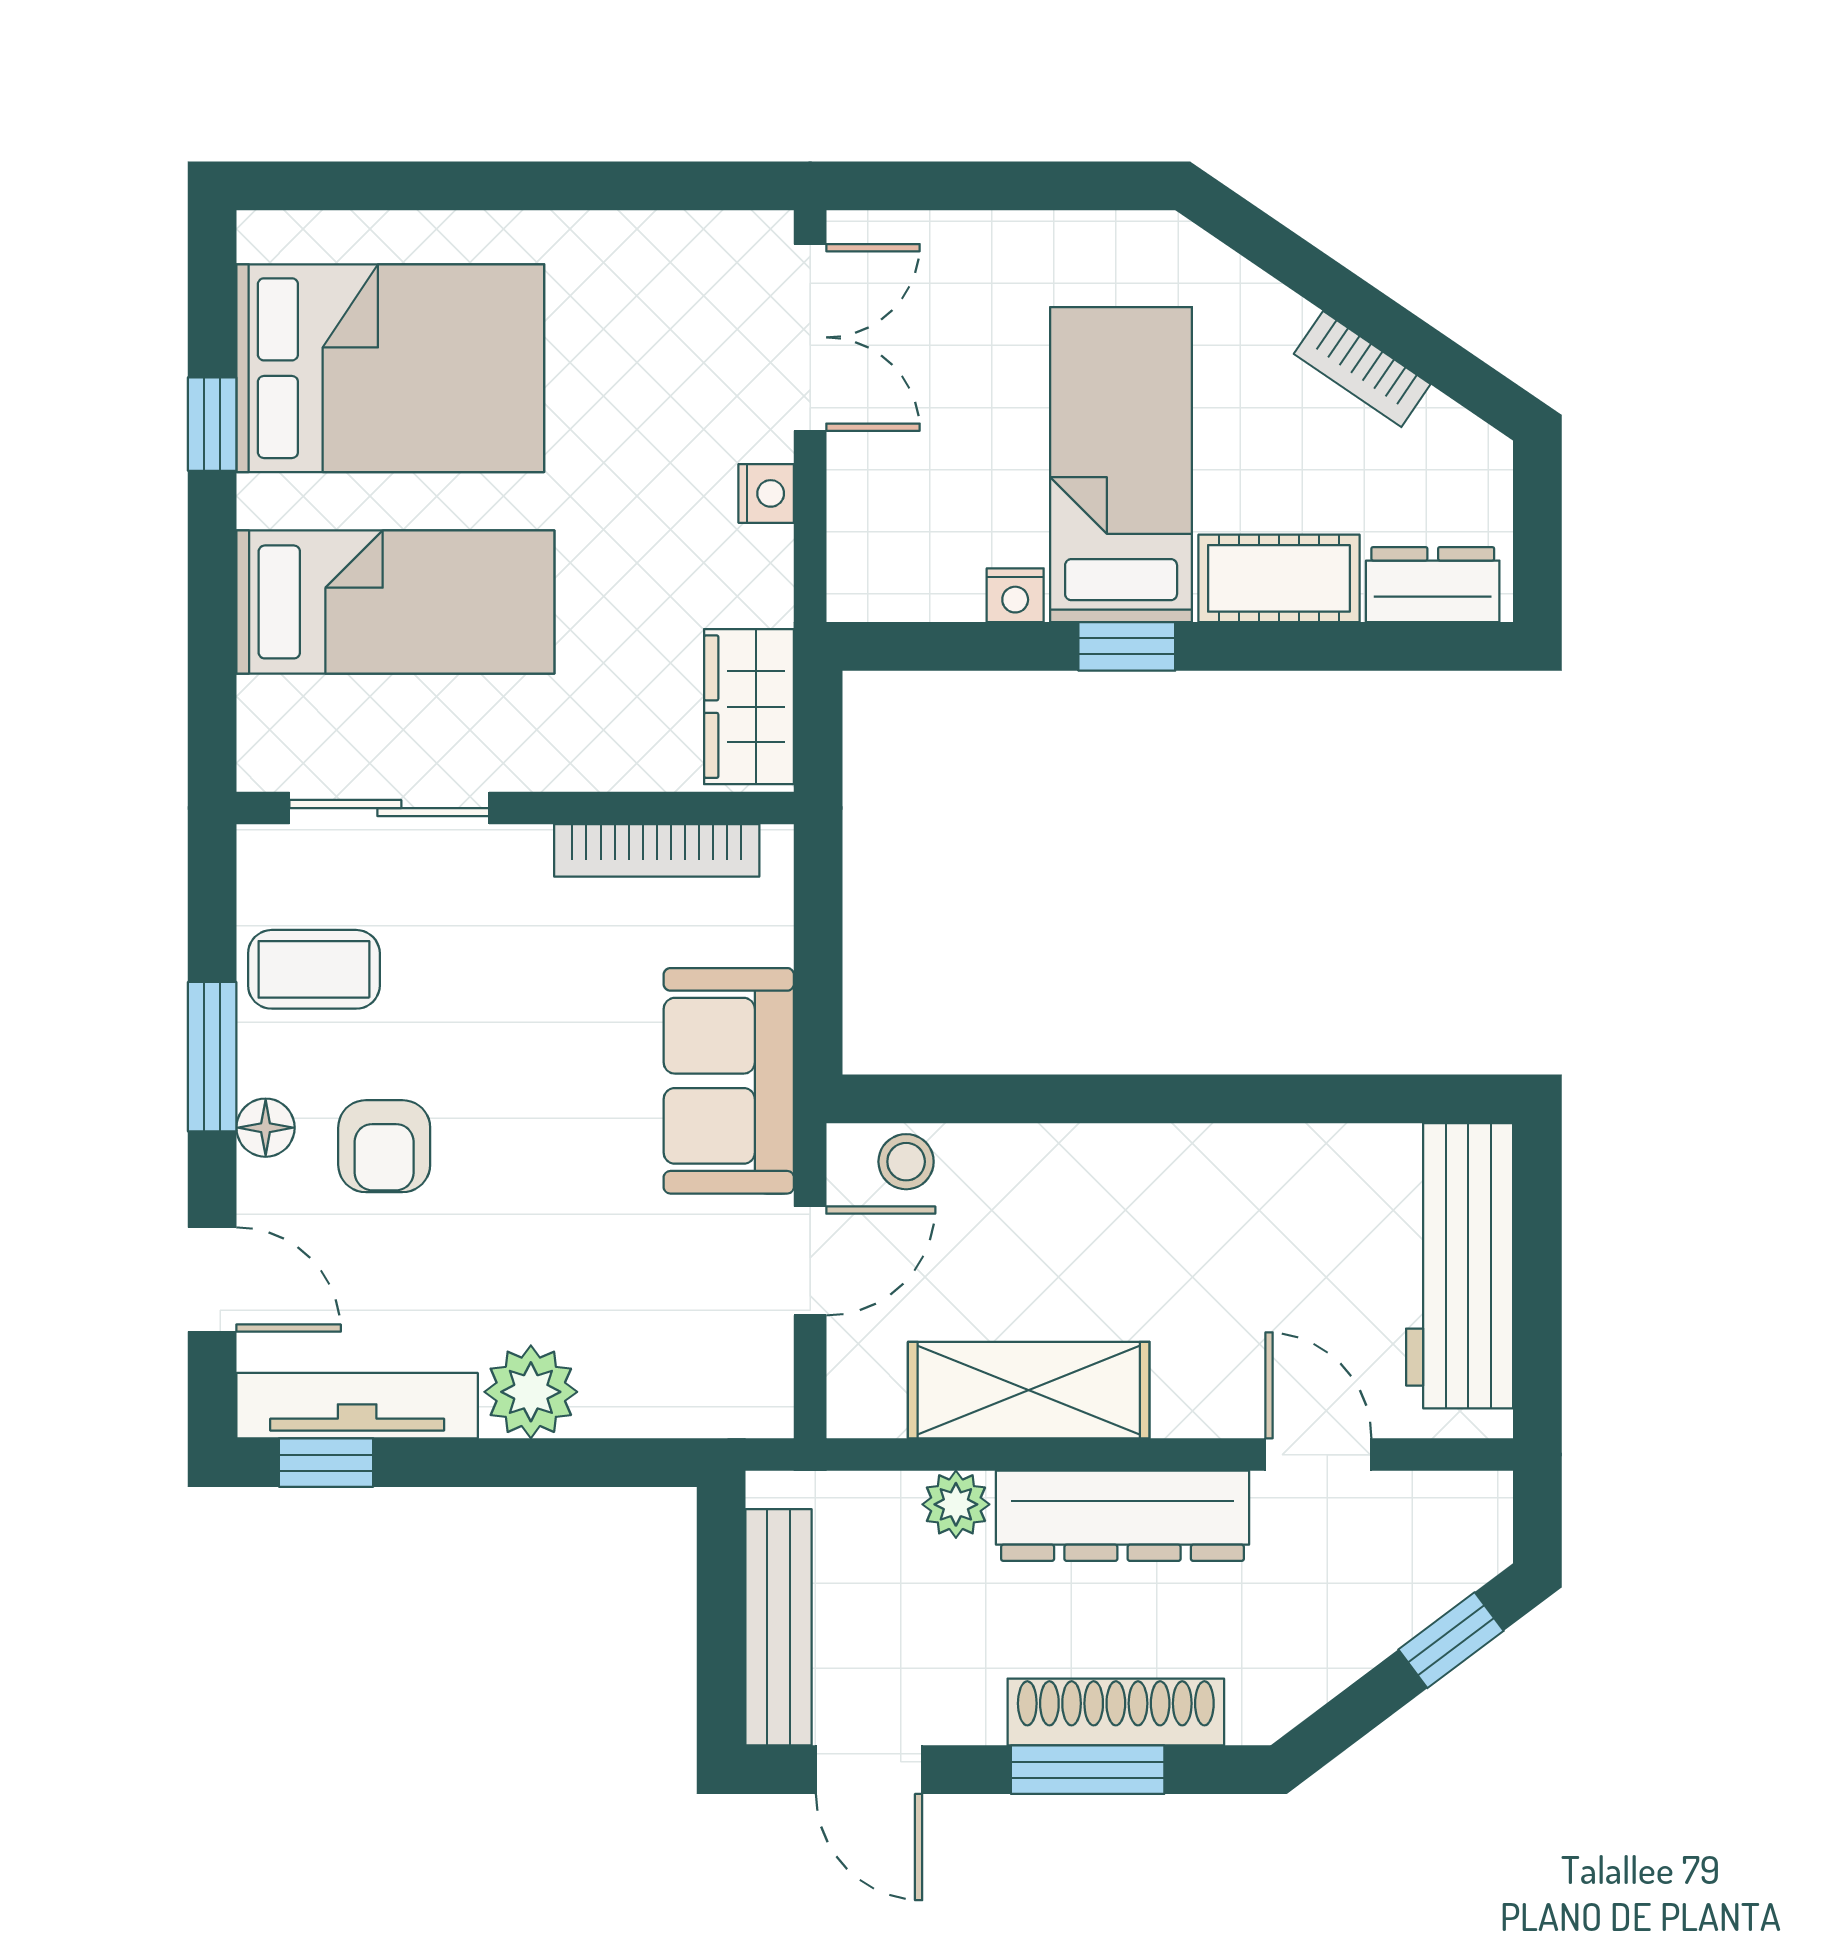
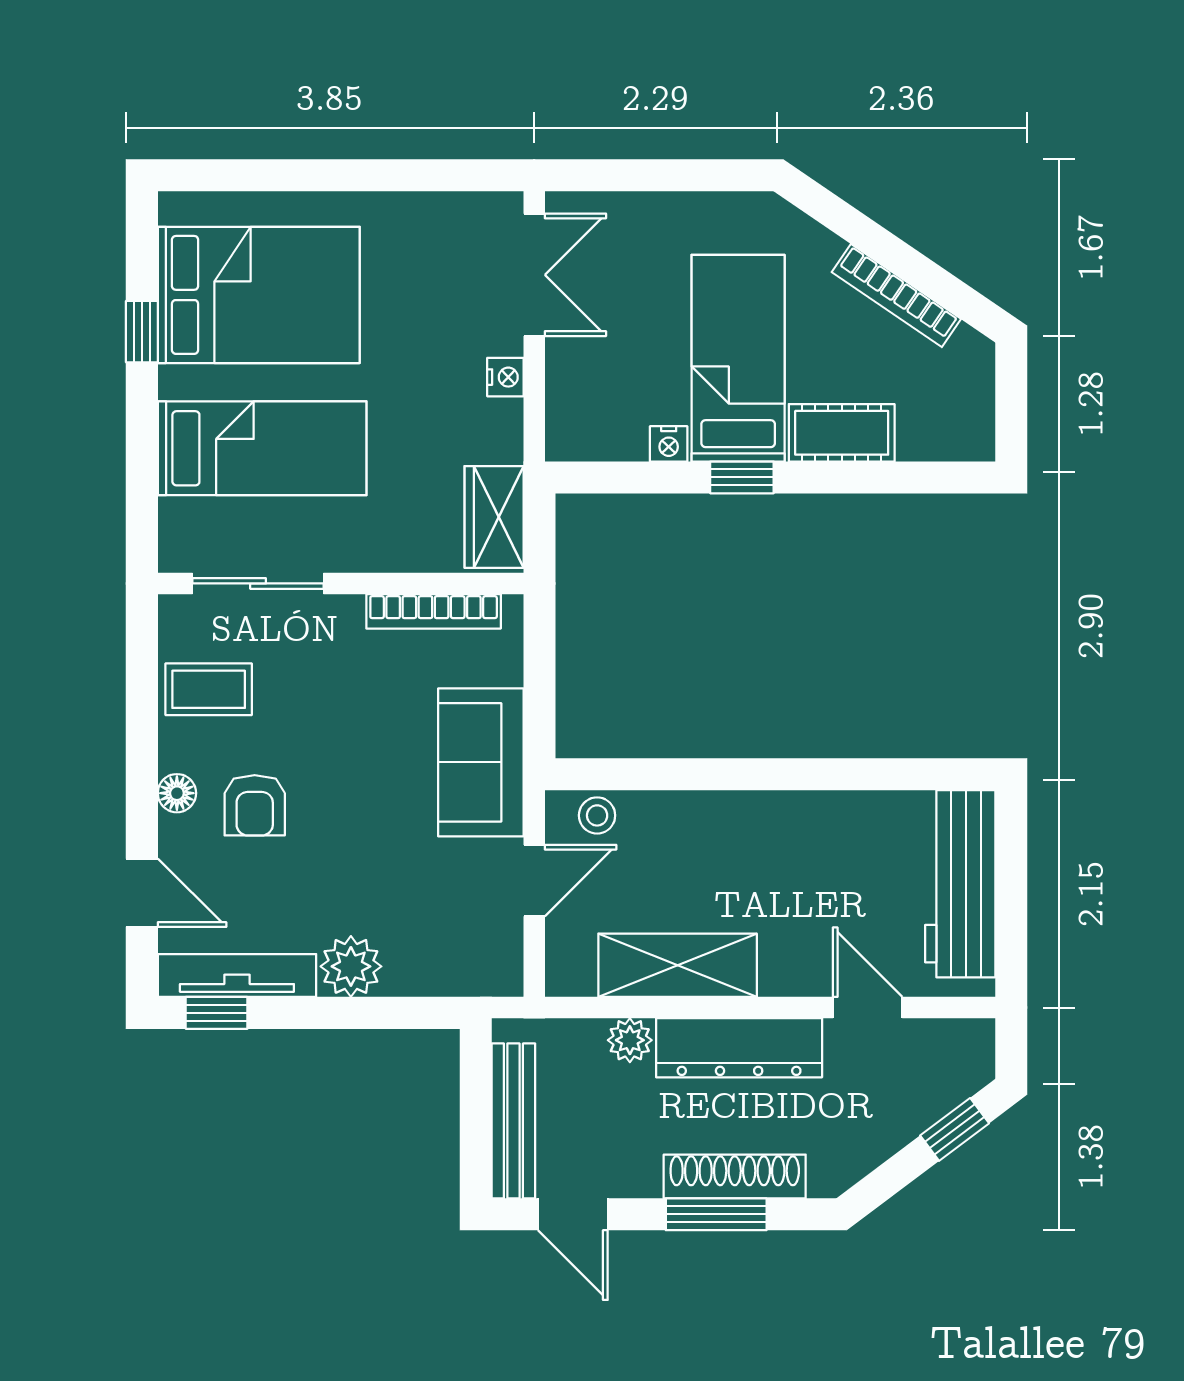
bookcase: (1362, 369) -> (896, 296), width x1.56
dresser: (1433, 585) -> (943, 437), removed
window: (212, 1057) -> (142, 747), removed

